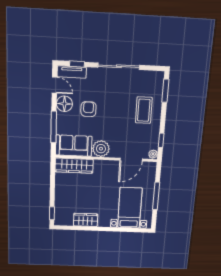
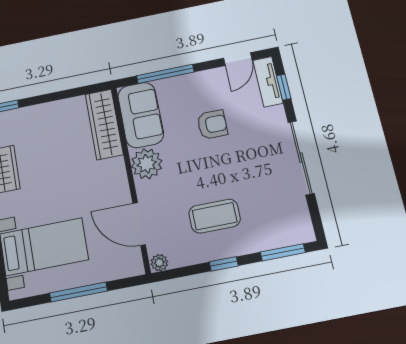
floor lamp: (64, 104) -> (211, 82), removed
coffee table: (144, 110) -> (215, 216), moved
window: (161, 140) -> (224, 264), moved

